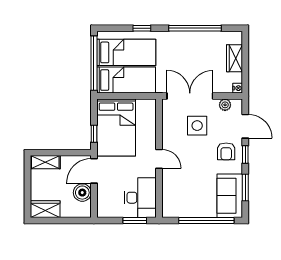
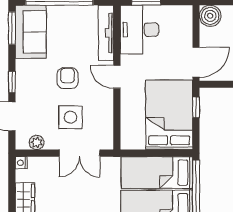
double door: (190, 96) -> (79, 153), width x0.73
armchair: (226, 151) -> (68, 78), moved
window: (245, 187) -> (12, 28), moved
boiler: (82, 193) -> (210, 16), moved
tv unit: (168, 195) -> (106, 33), added

